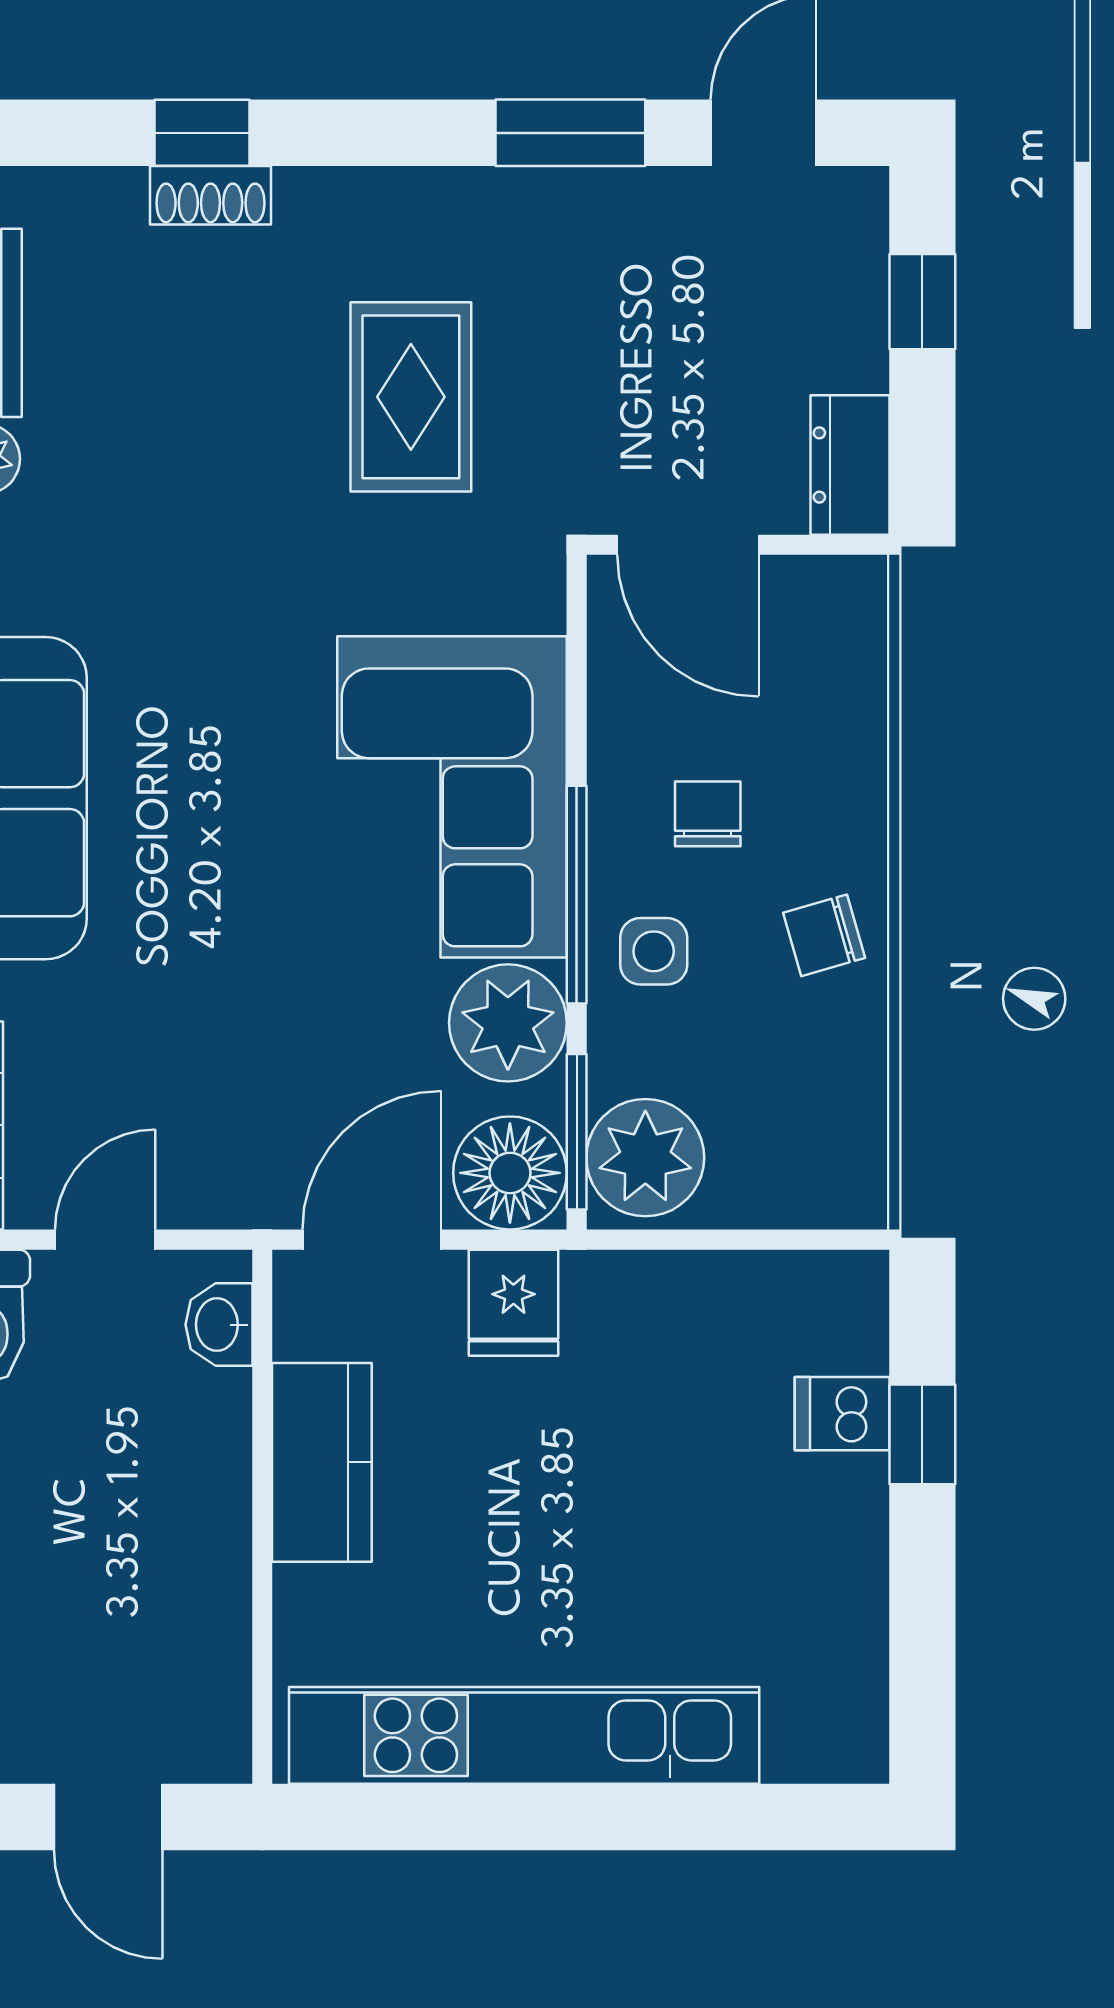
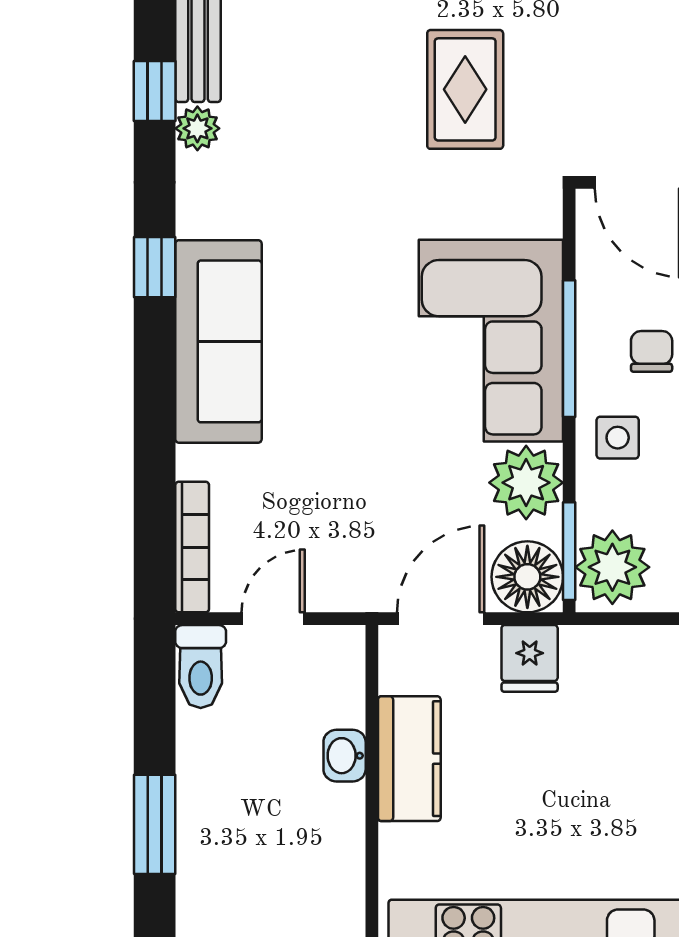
window: (577, 895) -> (569, 349), moved
washbasin: (219, 1325) -> (345, 756), moved

